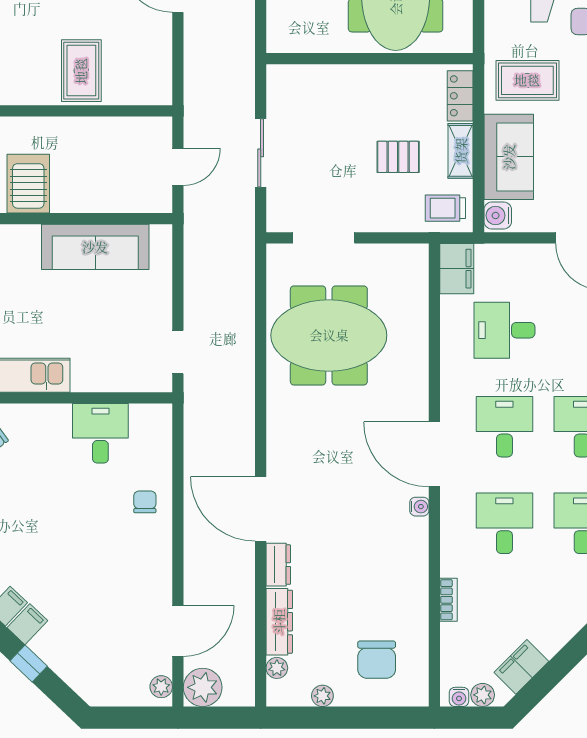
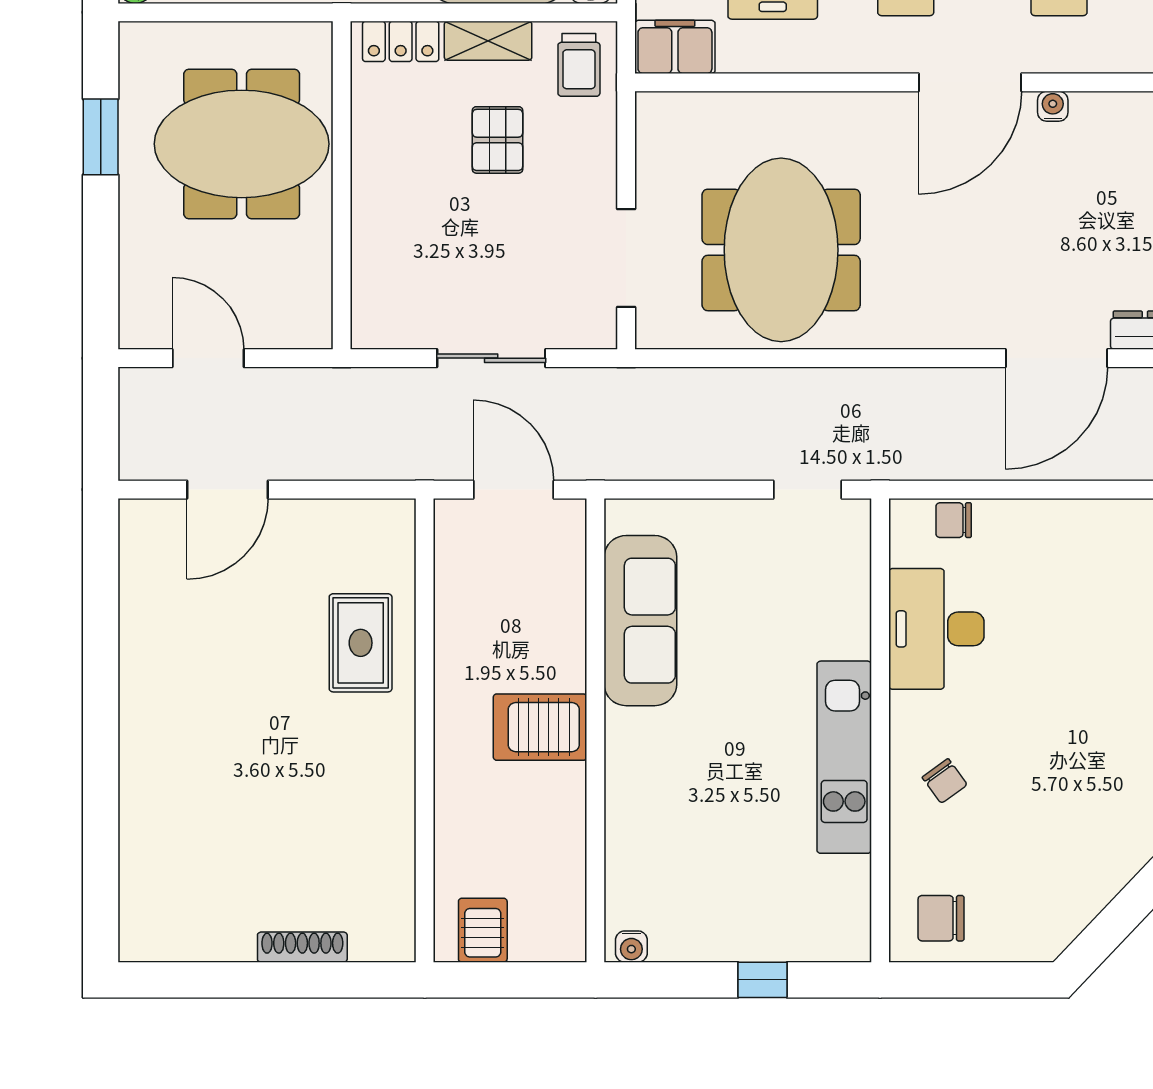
rug: (81, 71) -> (361, 643), turned 90
door: (178, 167) -> (514, 490), width x1.38
desk: (100, 433) -> (936, 629), width x1.37
chair: (145, 502) -> (954, 520), moved

